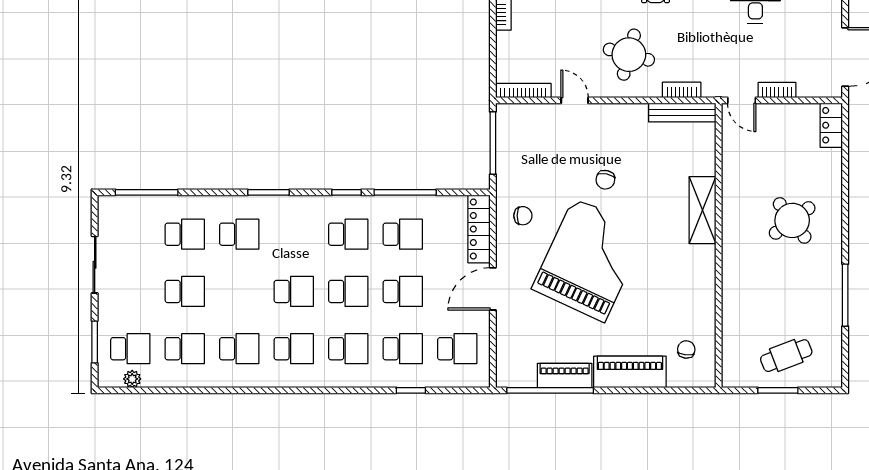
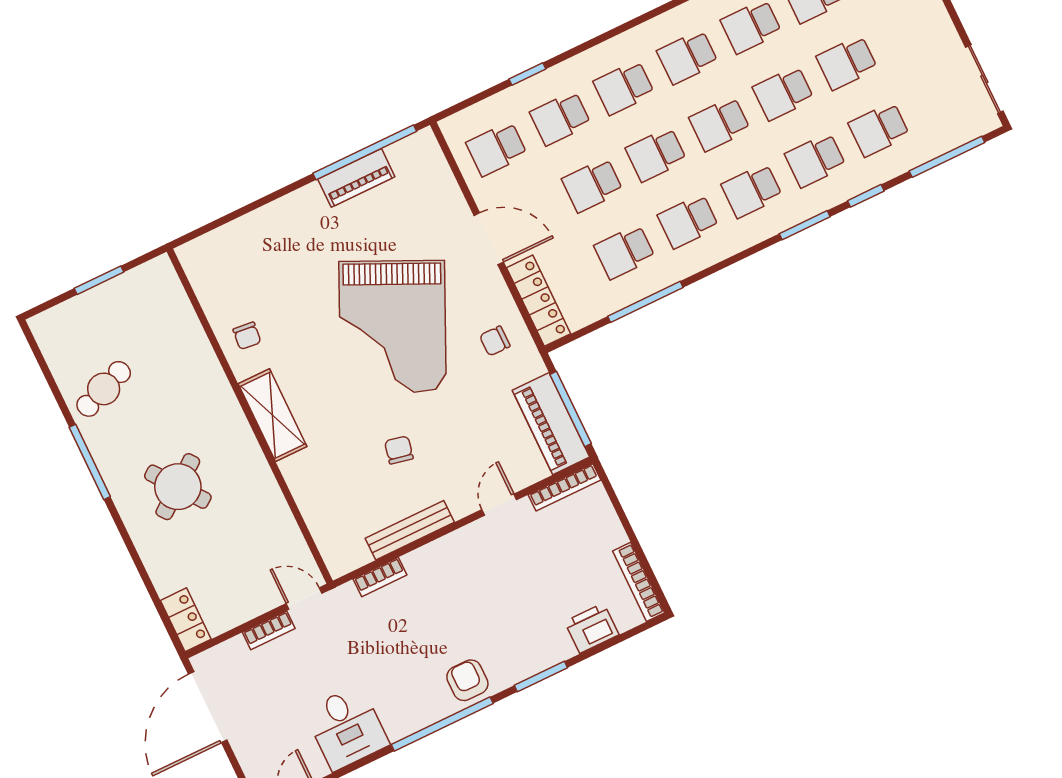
round table: (629, 55) -> (462, 588), removed
door: (575, 100) -> (499, 505), swing flipped
bench: (682, 113) -> (410, 530), moved
chair: (605, 180) -> (399, 450), moved
window: (347, 192) -> (866, 196), moved
shelving: (702, 210) -> (272, 415), moved
school desk: (294, 234) -> (752, 191), added
sliding door: (95, 265) -> (984, 79), moved
door: (493, 289) -> (489, 239), hinge flipped
school desk: (239, 291) -> (783, 93), added
window: (845, 295) -> (90, 462), moved
chair: (686, 349) -> (247, 336), moved
cafe table: (786, 356) -> (104, 389), moved
piano: (630, 372) -> (551, 424), moved, turned 90

